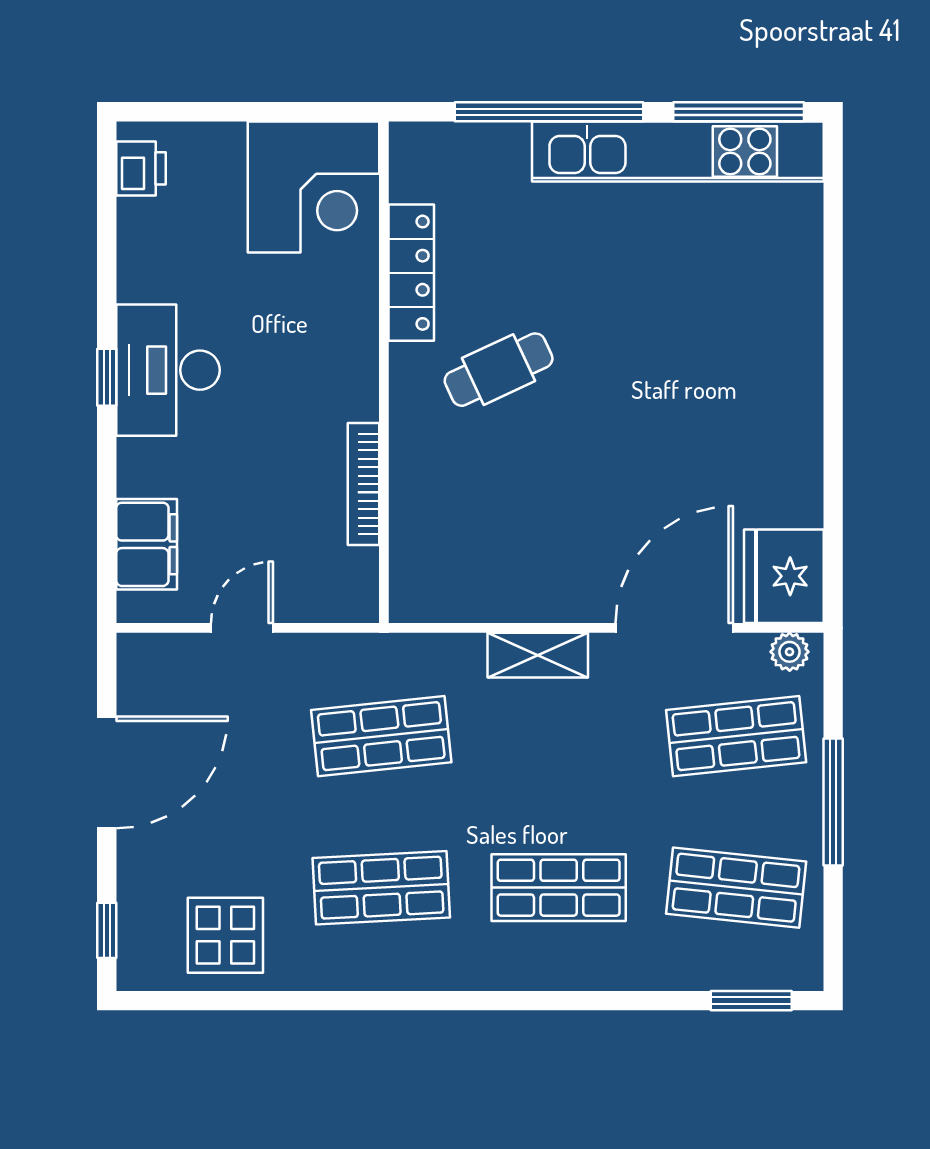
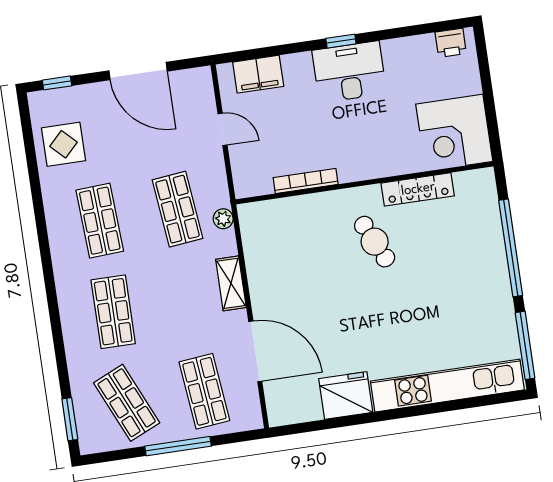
kitchen unit: (678, 151) -> (447, 386), moved, turned 90
fridge: (784, 576) -> (346, 395), moved
plant: (790, 652) -> (223, 219), moved
shop shelf: (736, 888) -> (127, 403), turned -30

